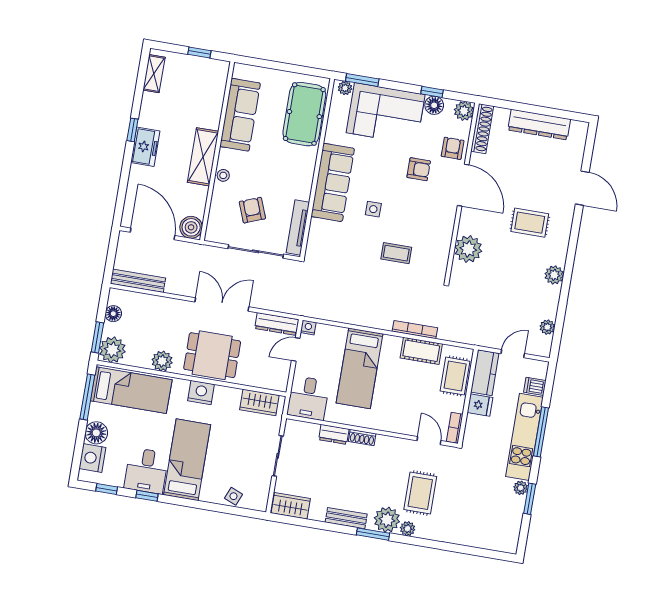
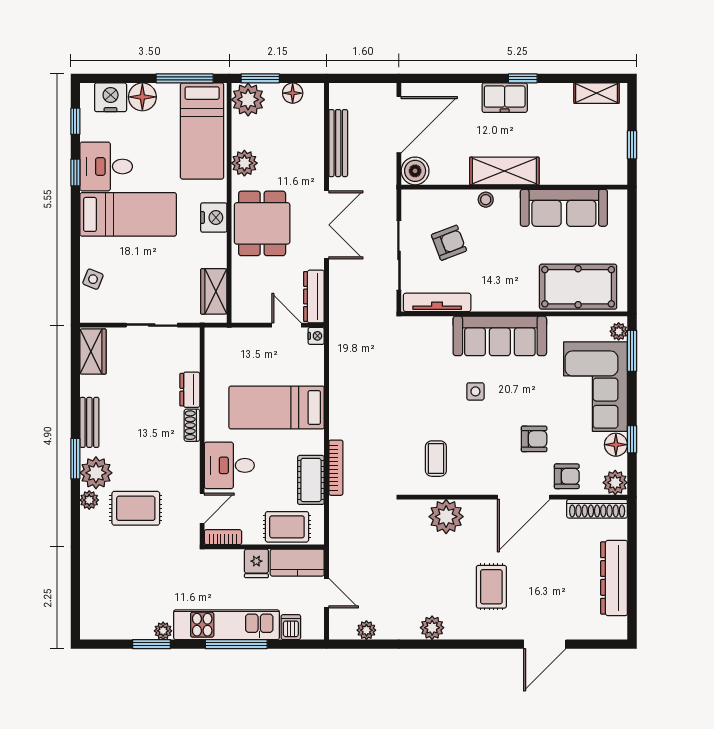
armchair: (419, 169) -> (534, 439), turned -90
coffee table: (396, 253) -> (436, 459), moved
bench: (138, 281) -> (338, 143), moved
desk: (308, 398) -> (229, 465), moved

